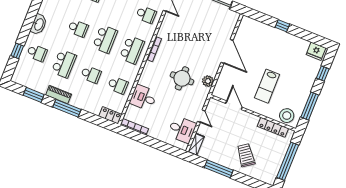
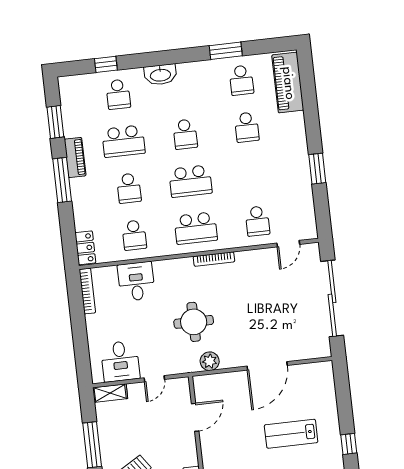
window: (282, 26) -> (349, 444), moved
lab bench: (267, 86) -> (291, 434), moved

